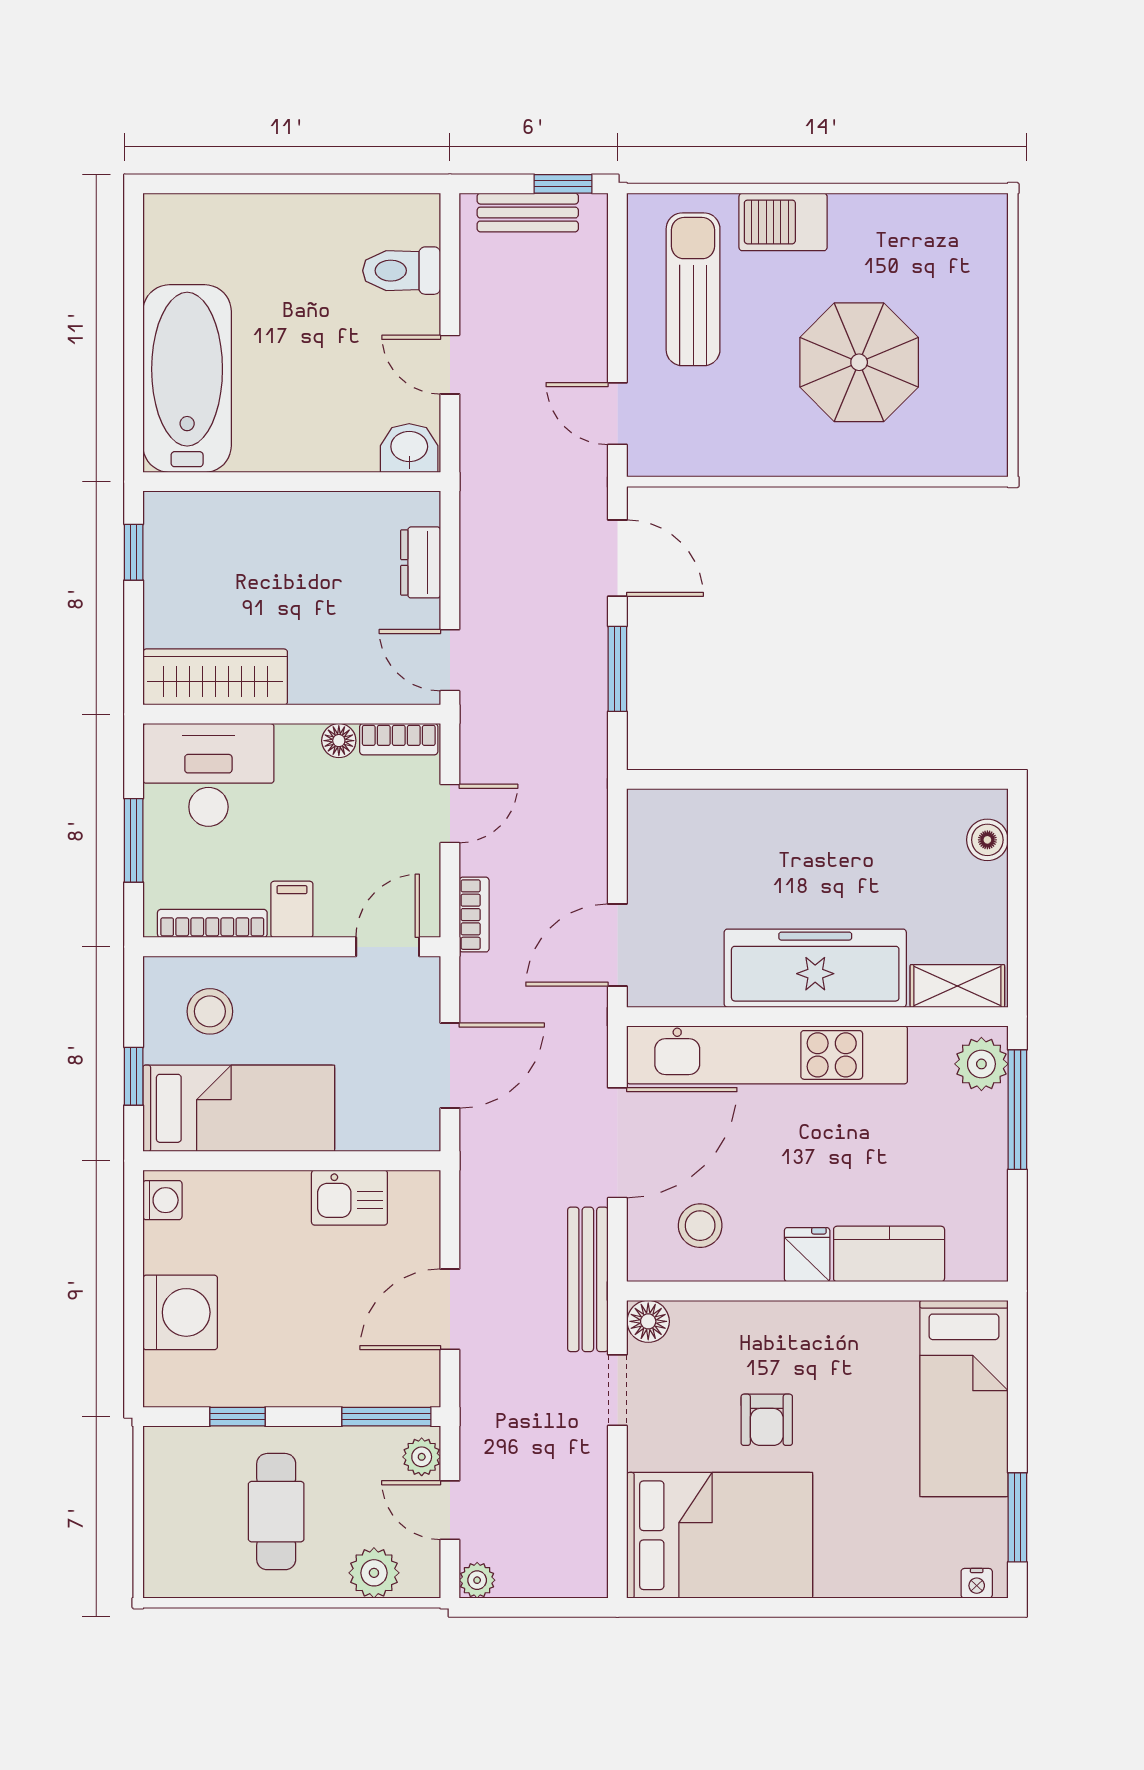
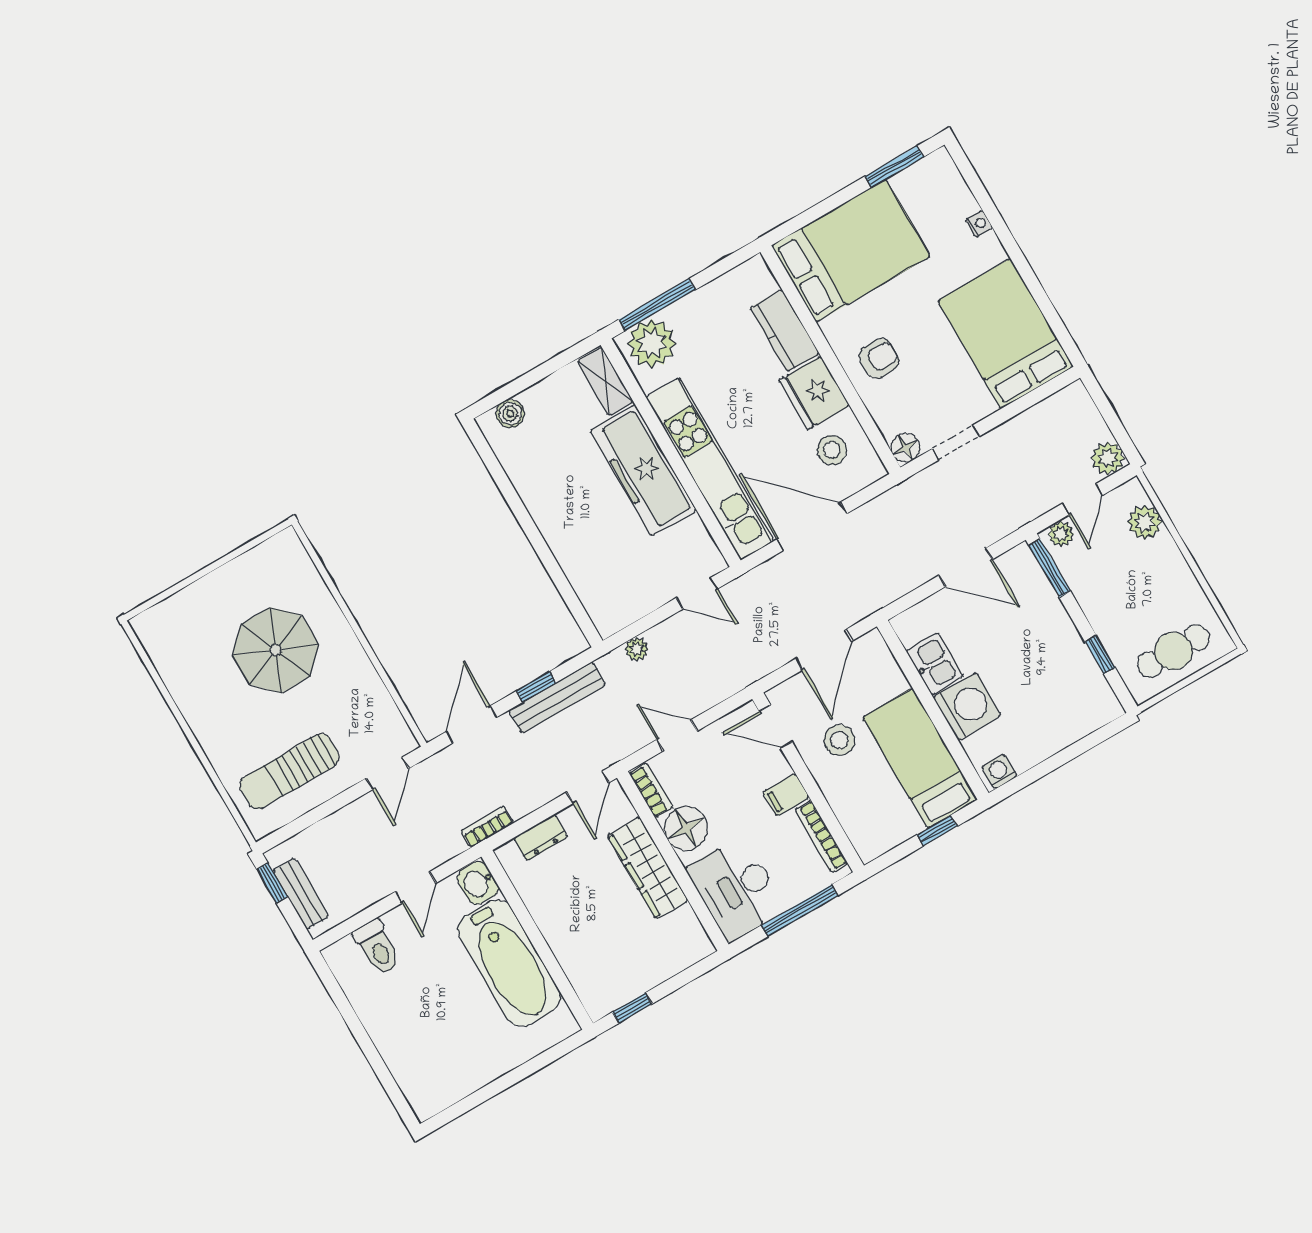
barbecue: (783, 222) -> (220, 742), removed
bathtub: (187, 379) -> (509, 963), moved, turned -90
window: (617, 669) -> (536, 687), width x0.67
wardrobe: (215, 677) -> (648, 868), moved
floor lamp: (339, 741) -> (686, 828), width x1.89, depth x1.89
plant: (591, 826) -> (637, 649), added
window: (134, 840) -> (800, 910), width x1.44
bookcase: (474, 915) -> (487, 827), moved
door: (617, 945) -> (697, 593), width x0.73
stool: (210, 1011) -> (839, 740), moved
plant: (981, 1064) -> (652, 343), width x1.36, depth x1.36
door: (450, 1066) -> (824, 650), swing flipped
fridge: (807, 1255) -> (814, 393), width x1.88, depth x1.34
bench: (588, 1279) -> (557, 698), moved
washing machine: (180, 1312) -> (967, 706), moved, turned 90
bed: (964, 1398) -> (851, 251), width x1.50
armchair: (767, 1420) -> (879, 358), moved
cafe table: (276, 1512) -> (1173, 651), moved
plant: (477, 1580) -> (1108, 458), width x1.38, depth x1.38
nightstand: (977, 1583) -> (979, 224), moved

